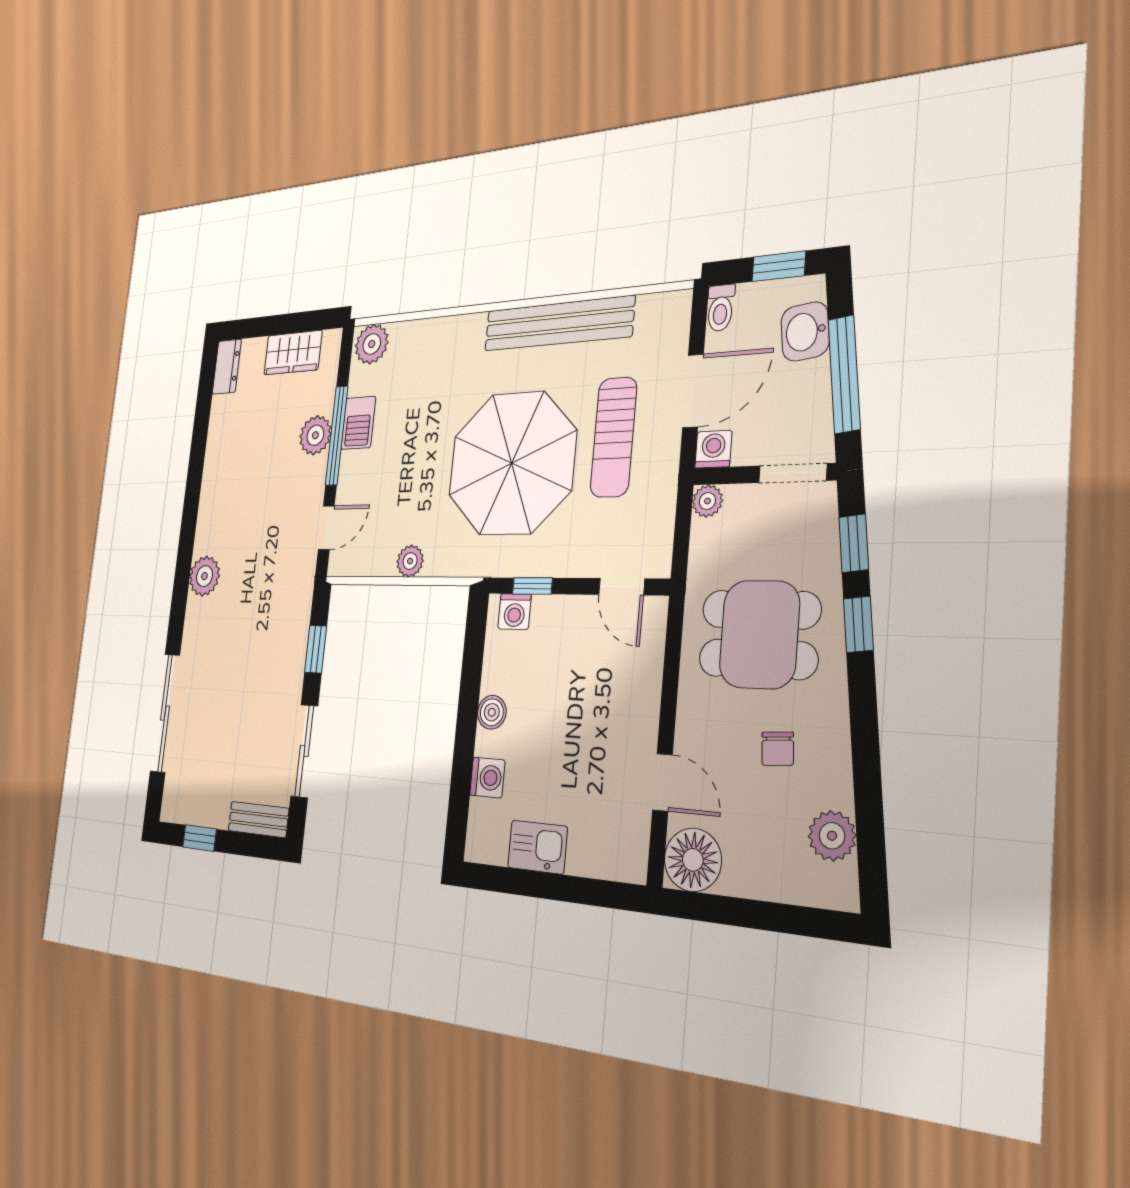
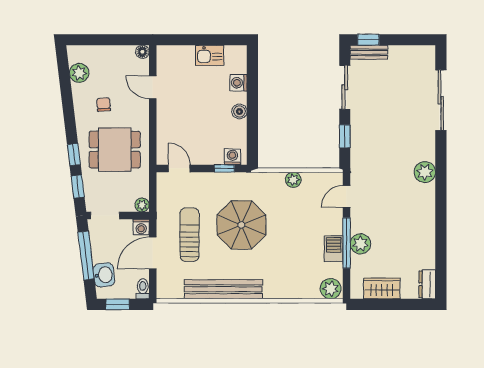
parasol: (512, 463) -> (241, 225), width x0.73, depth x0.73
window: (200, 838) -> (368, 40), moved
floor lamp: (693, 860) -> (142, 52), width x0.53, depth x0.53

